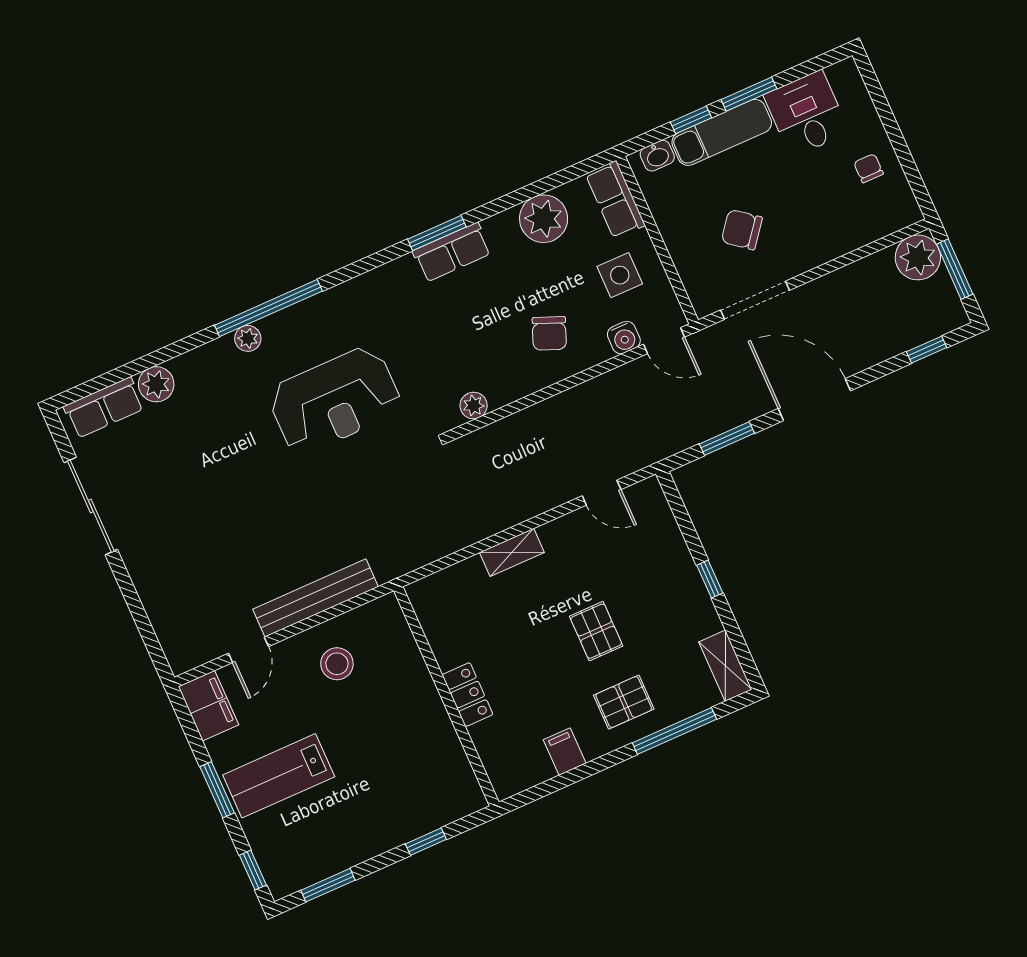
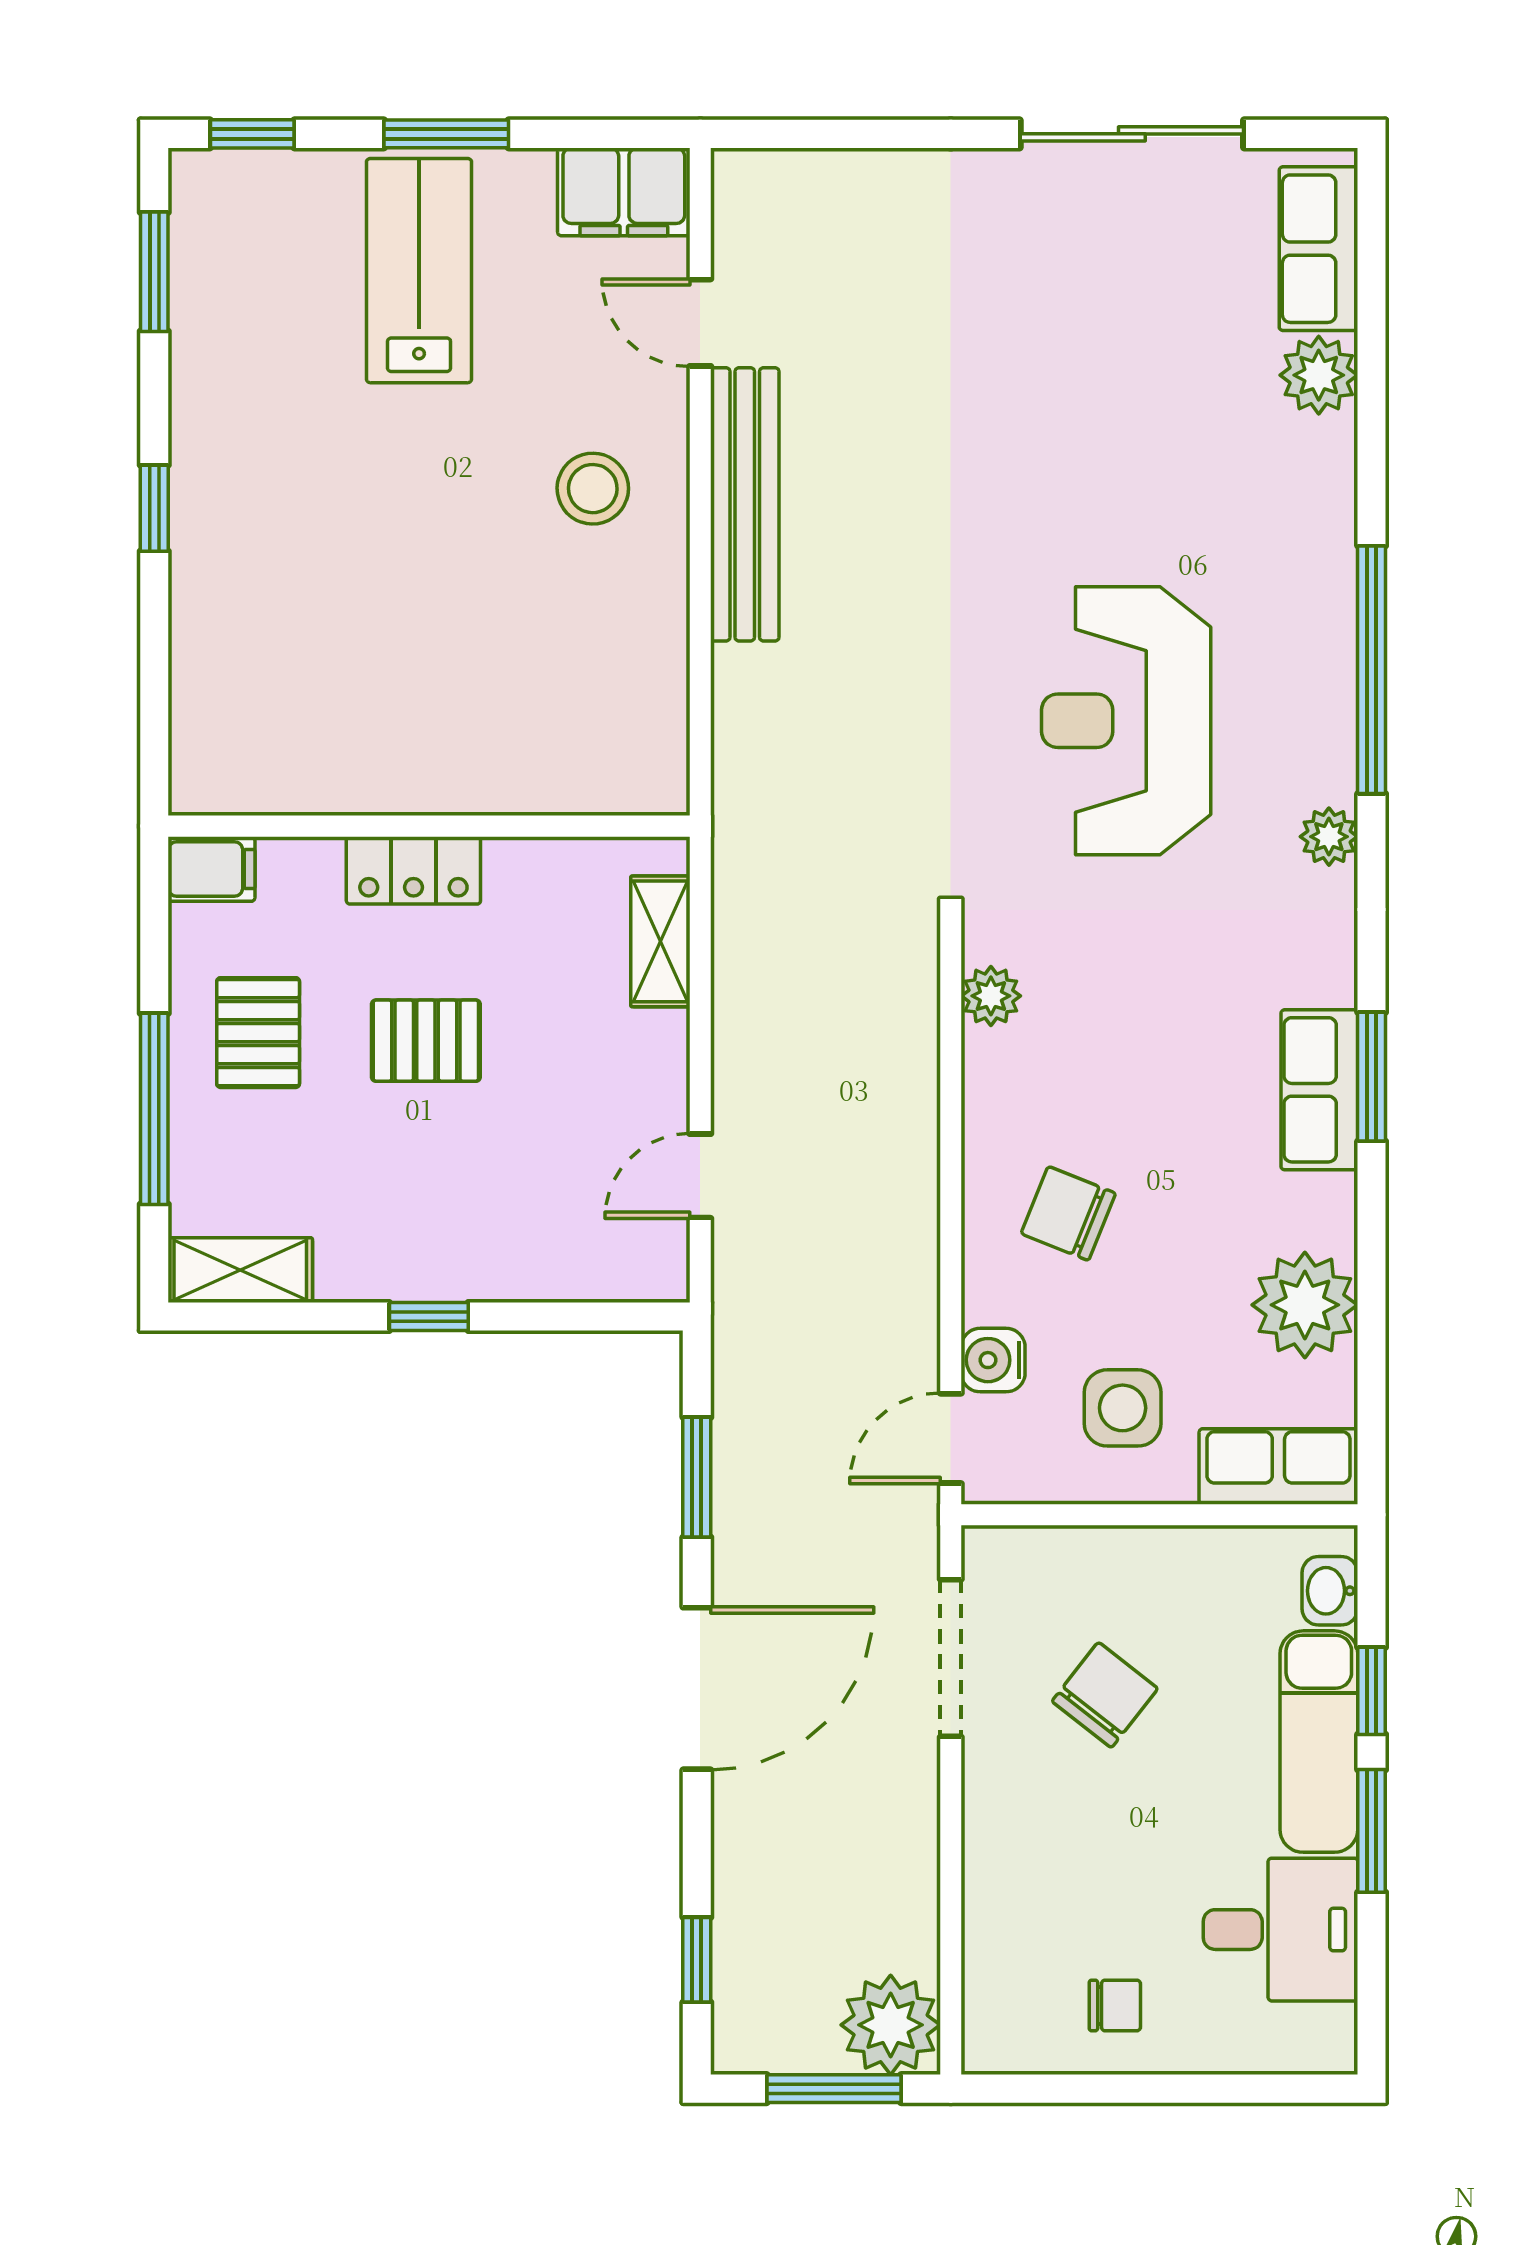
plant: (248, 338) -> (1329, 837), moved
locker: (468, 695) -> (413, 870), moved
wall: (446, 696) -> (429, 826), moved

